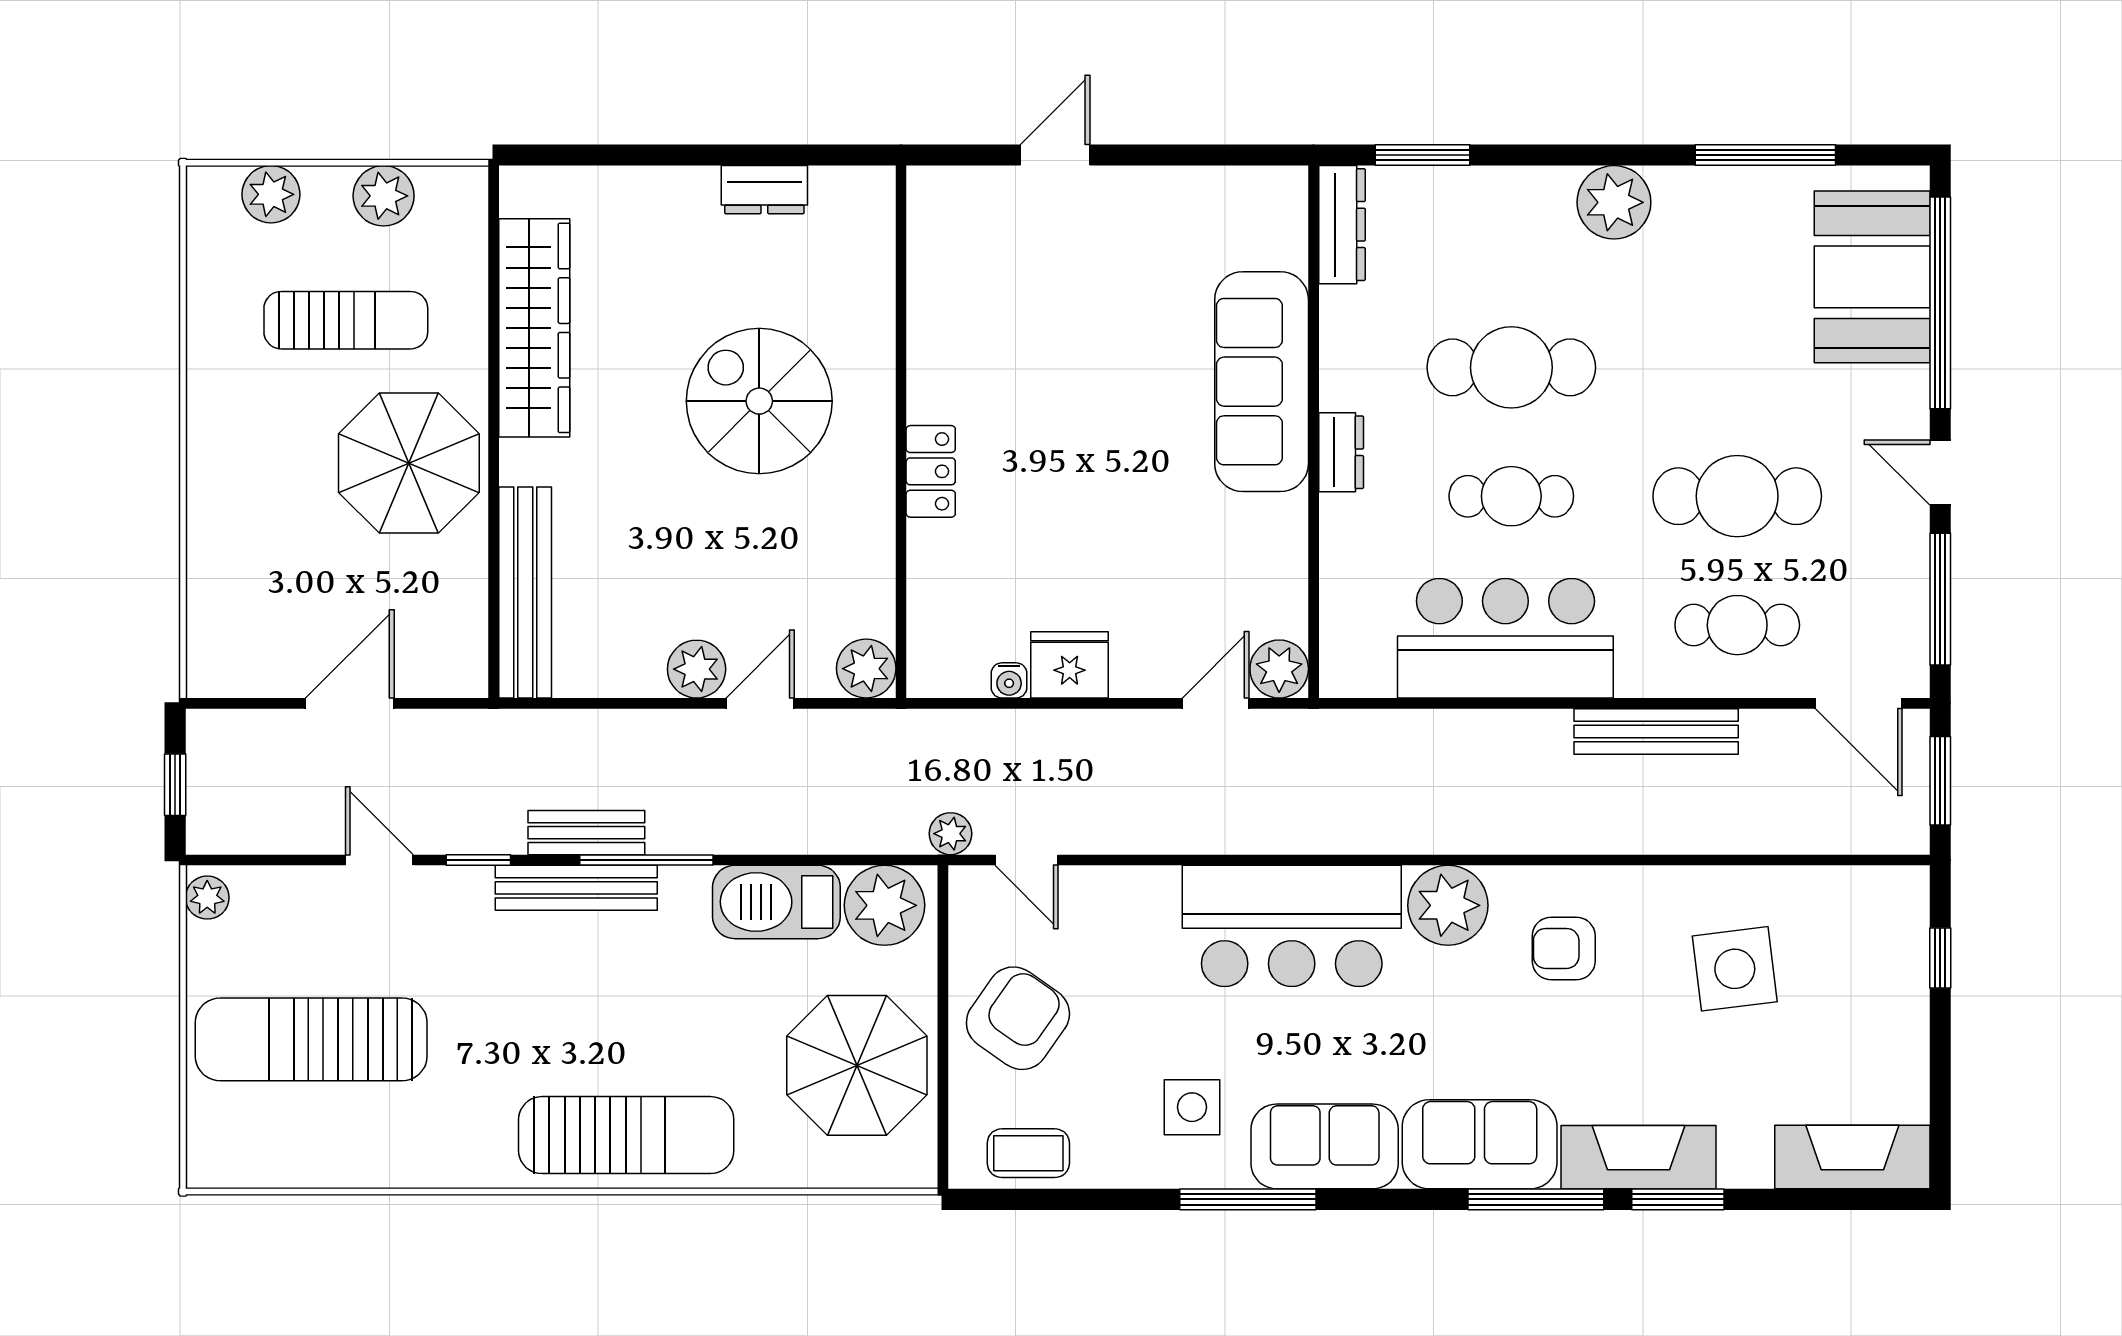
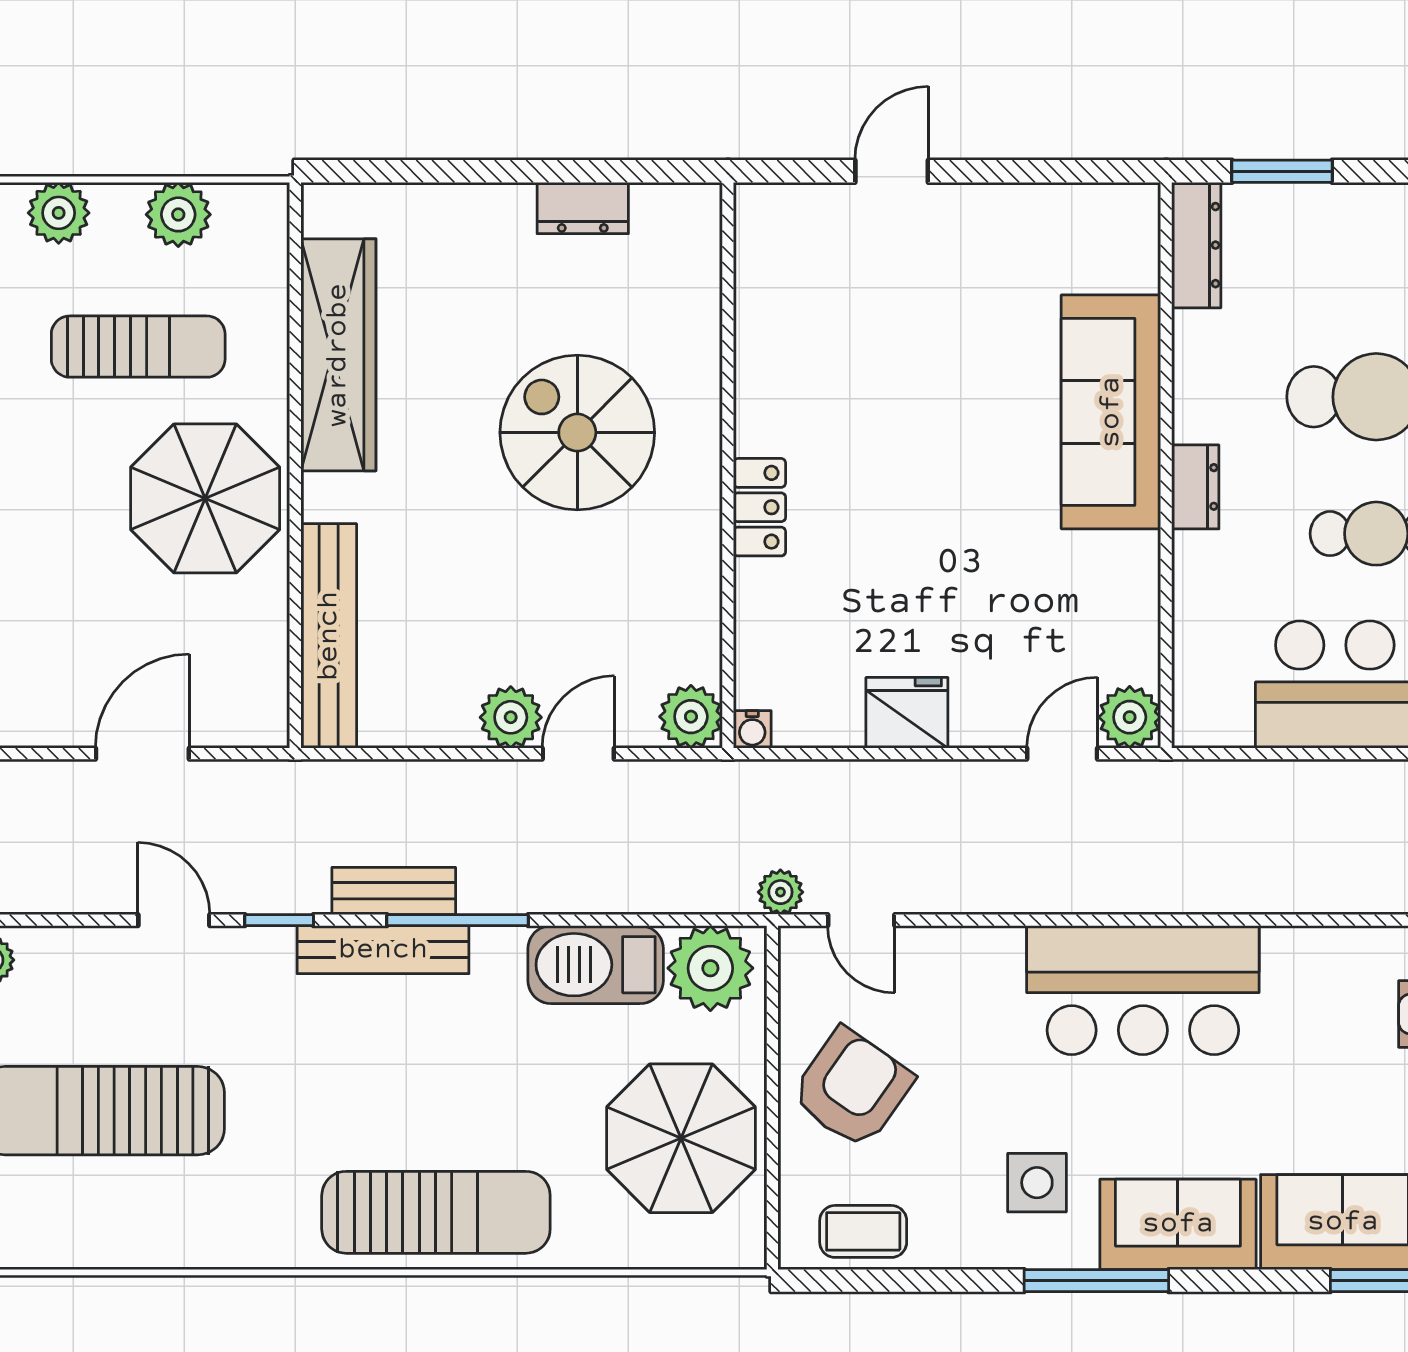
water cooler: (1009, 680) -> (752, 729), moved
plant: (1448, 905) -> (1309, 968), removed

